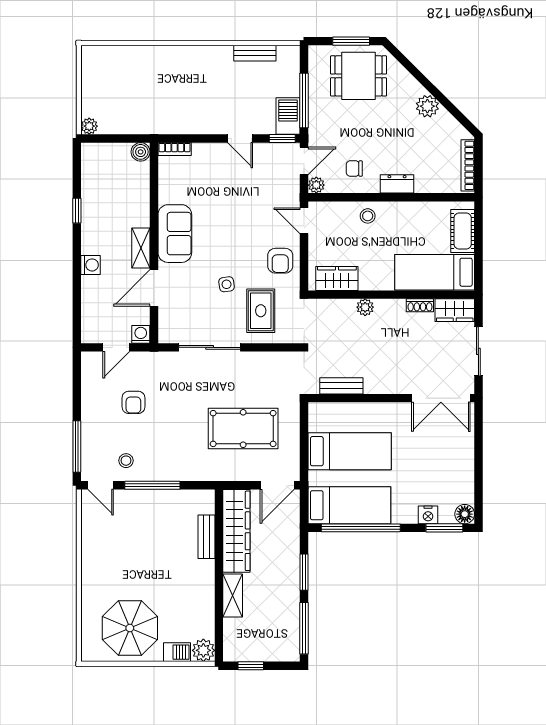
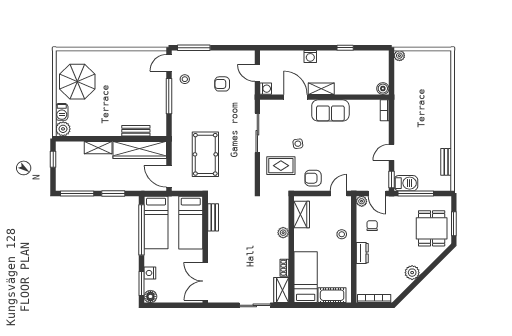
bench: (341, 386) -> (213, 217), moved
wall: (391, 398) -> (205, 249), moved
double door: (441, 398) -> (205, 281), moved

